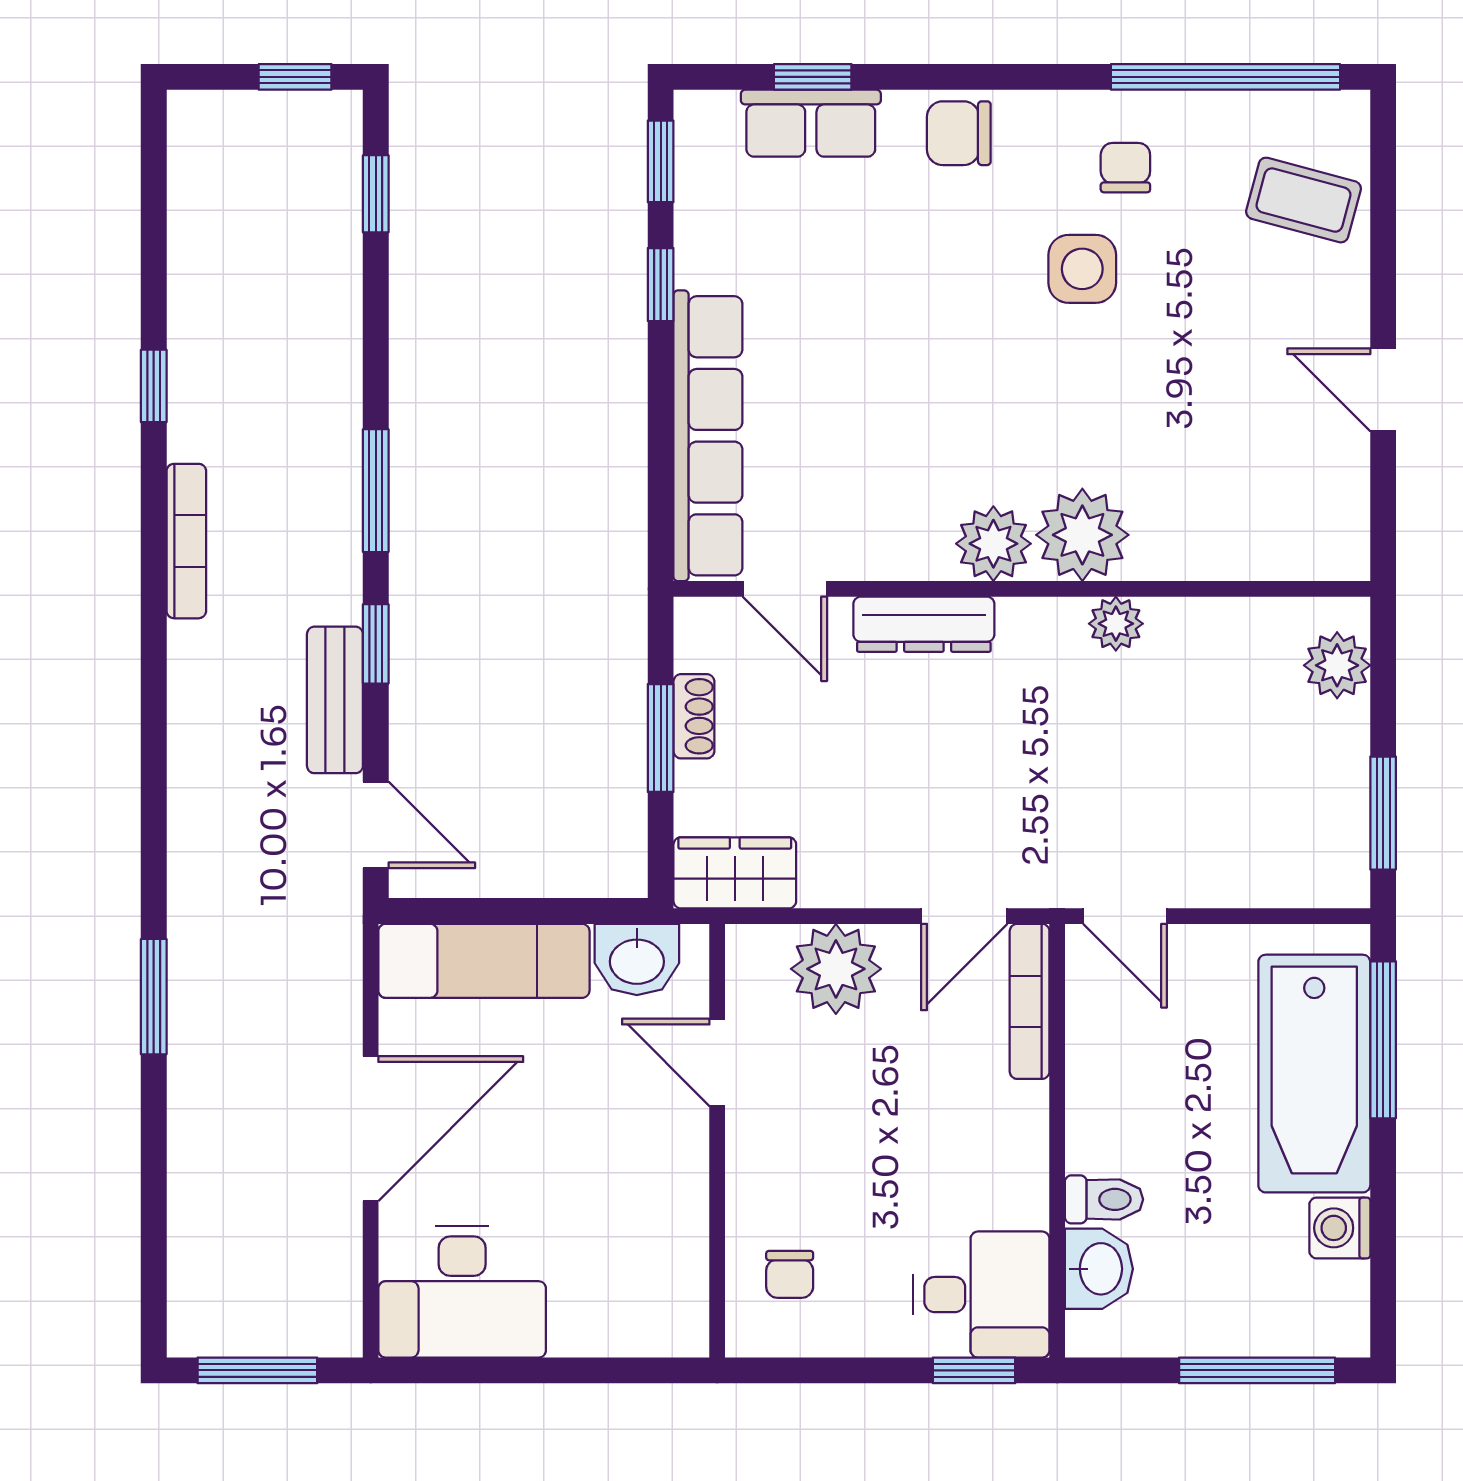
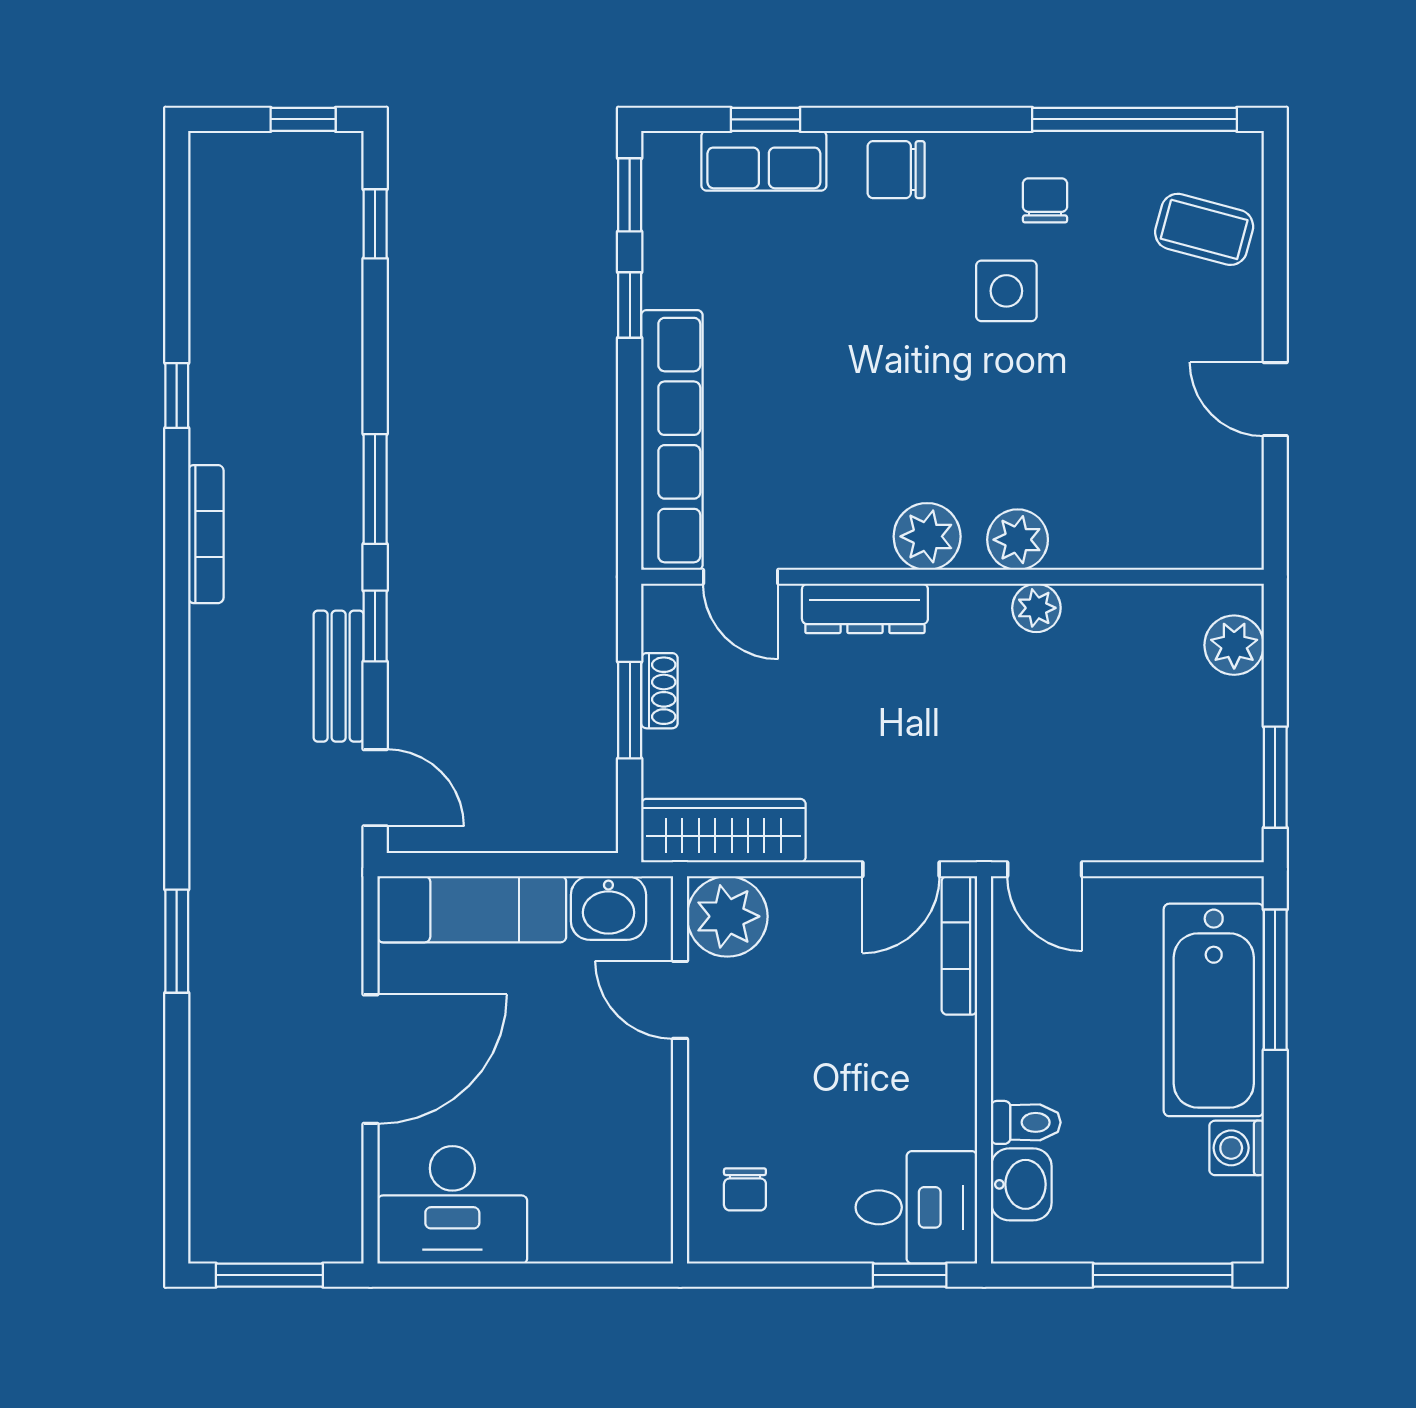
plant: (1082, 535) -> (1018, 540), width x0.73, depth x0.73
wardrobe: (735, 873) -> (723, 831), width x1.50
plant: (836, 969) -> (727, 916), moved

